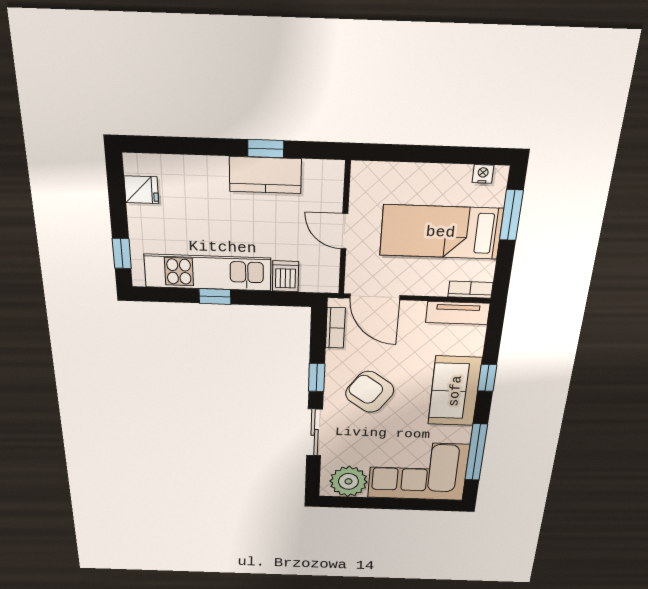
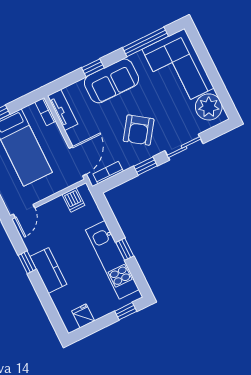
kitchen counter: (265, 175) -> (48, 270), moved
door: (344, 231) -> (24, 211), moved
dishwasher: (285, 276) -> (73, 200), moved, turned -90

